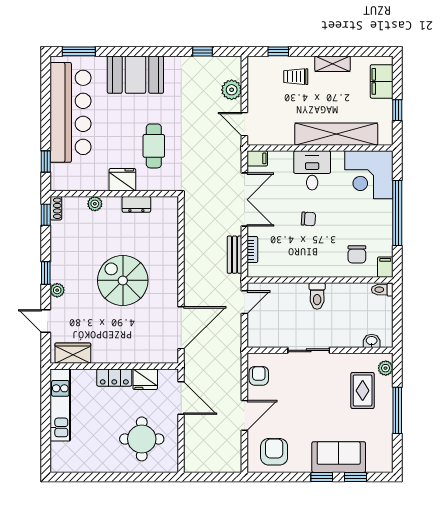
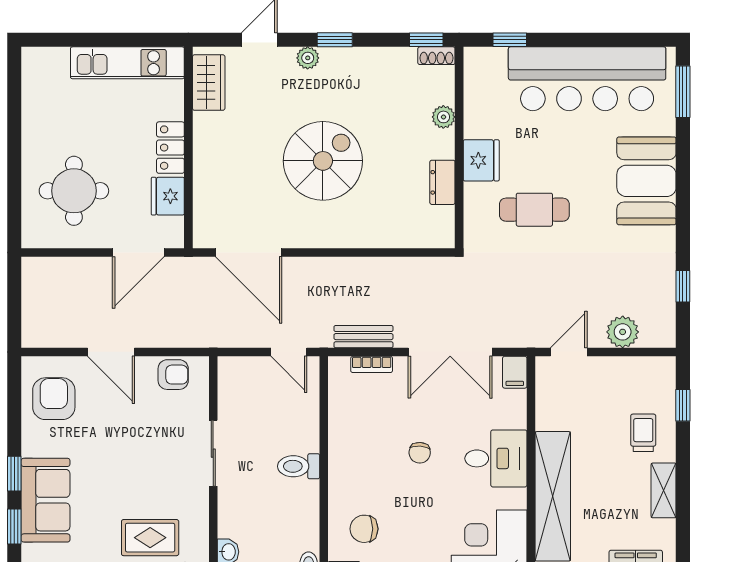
armchair: (274, 452) -> (54, 399), turned -90

